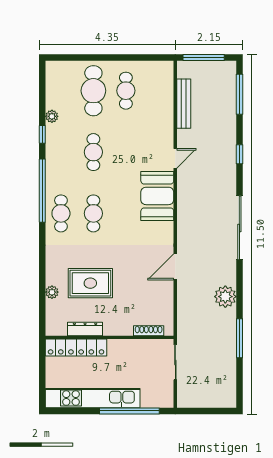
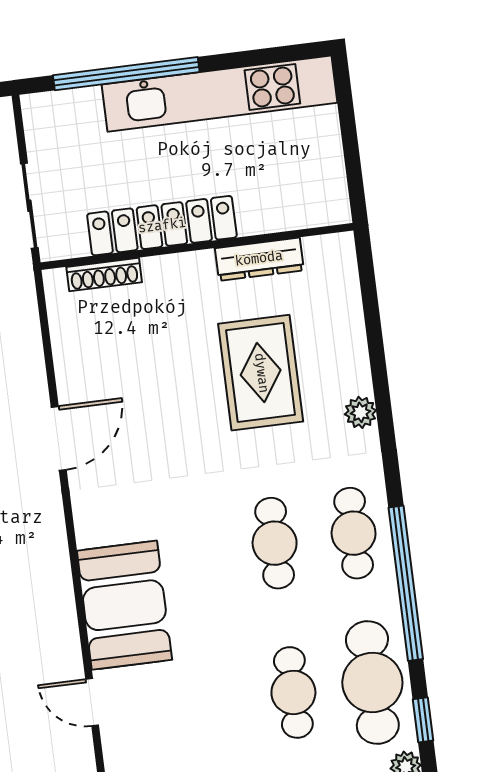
cafe table: (61, 152) -> (372, 682), added
door: (175, 158) -> (92, 702), hinge flipped
rug: (90, 283) -> (261, 373), turned 90
plant: (52, 292) -> (360, 412), moved
locker: (76, 348) -> (162, 226), moved

